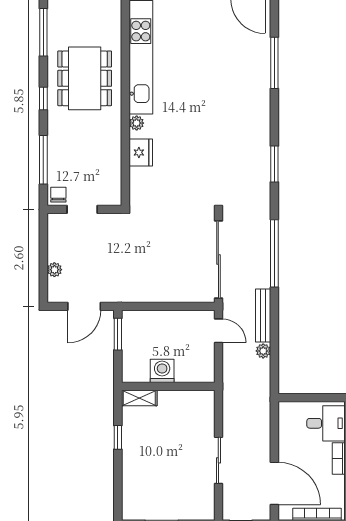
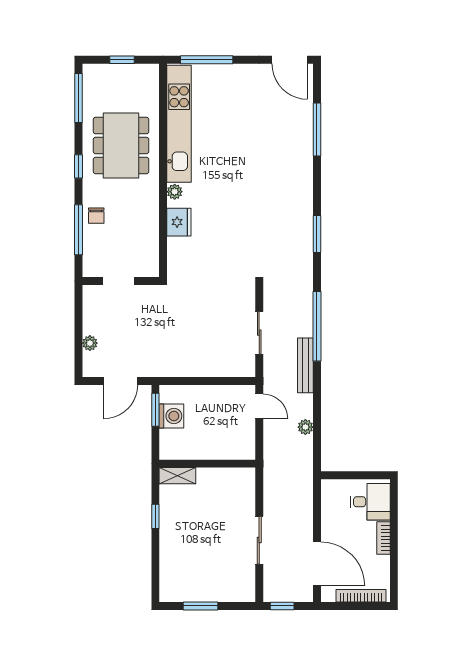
chair: (58, 195) -> (96, 216), moved, turned 180
sliding door: (218, 260) -> (259, 333), width x0.54
bench: (263, 315) -> (305, 365), moved
washing machine: (162, 371) -> (171, 416), moved, turned 90

